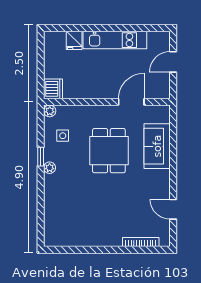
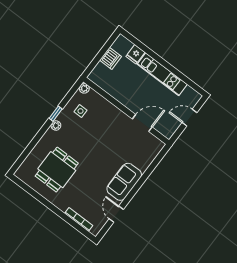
dishwasher: (53, 89) -> (111, 58), moved
sofa: (157, 146) -> (124, 182), moved
dining table: (109, 151) -> (57, 170), moved

